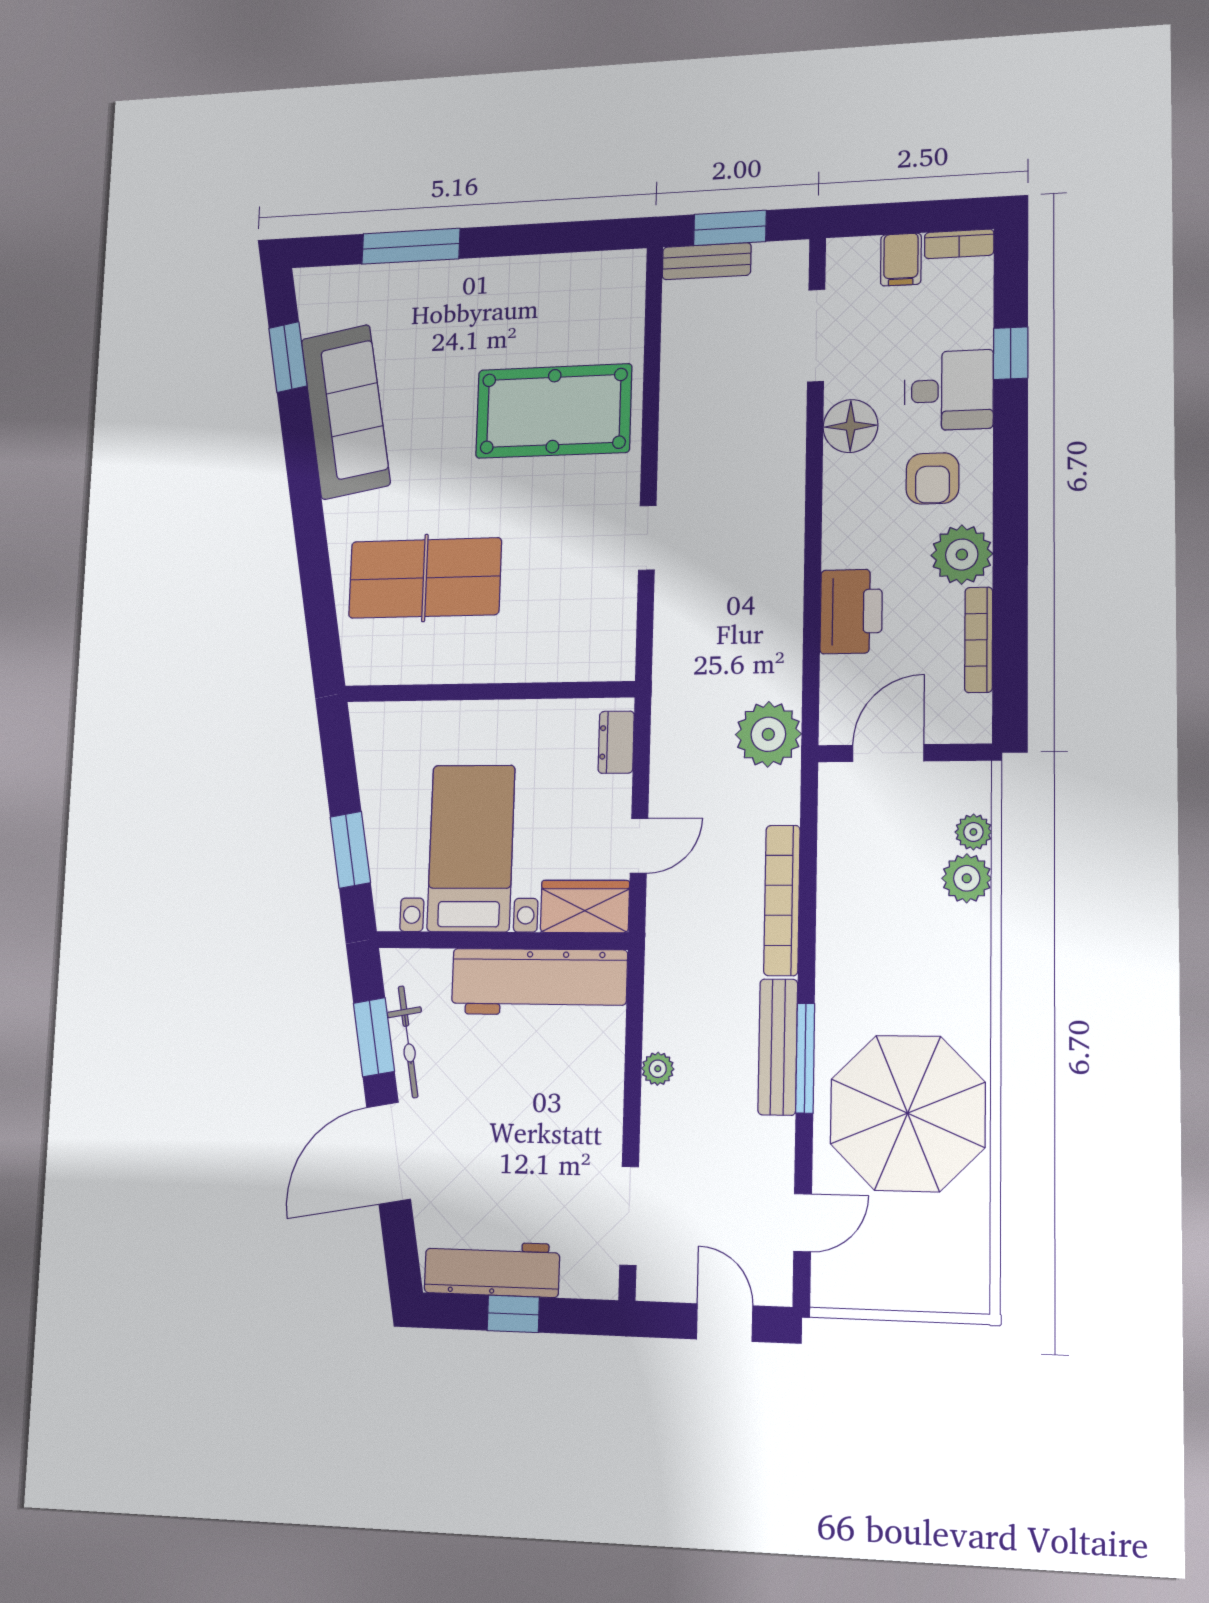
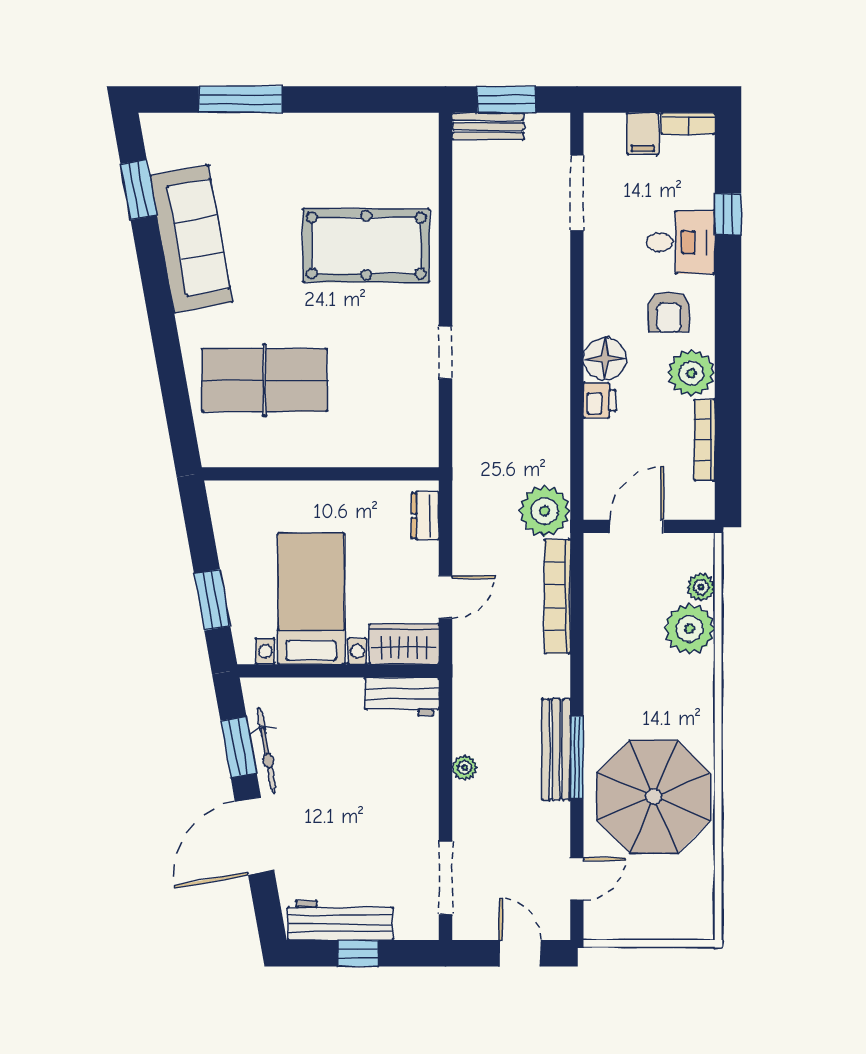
floor lamp: (850, 426) -> (605, 359), moved
printer: (851, 611) -> (600, 400), width x0.53, depth x0.68
plant: (967, 878) -> (690, 629), width x1.36, depth x1.36
bookcase: (782, 900) -> (557, 596), moved
workbench: (539, 982) -> (402, 697), width x0.53, depth x0.76

